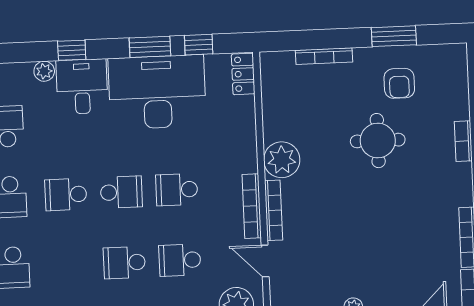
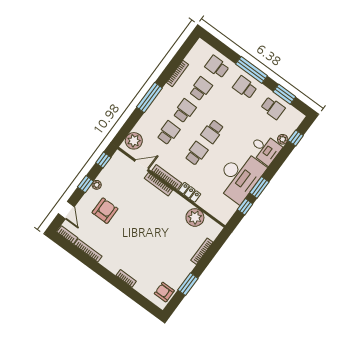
window: (72, 50) -> (296, 138), moved
locker: (243, 74) -> (190, 192), moved
armchair: (399, 83) -> (164, 292), moved
round table: (378, 141) -> (153, 246), removed
plant: (282, 160) -> (195, 217), moved
school desk: (66, 195) -> (201, 89), moved
armchair: (383, 261) -> (105, 211), added

